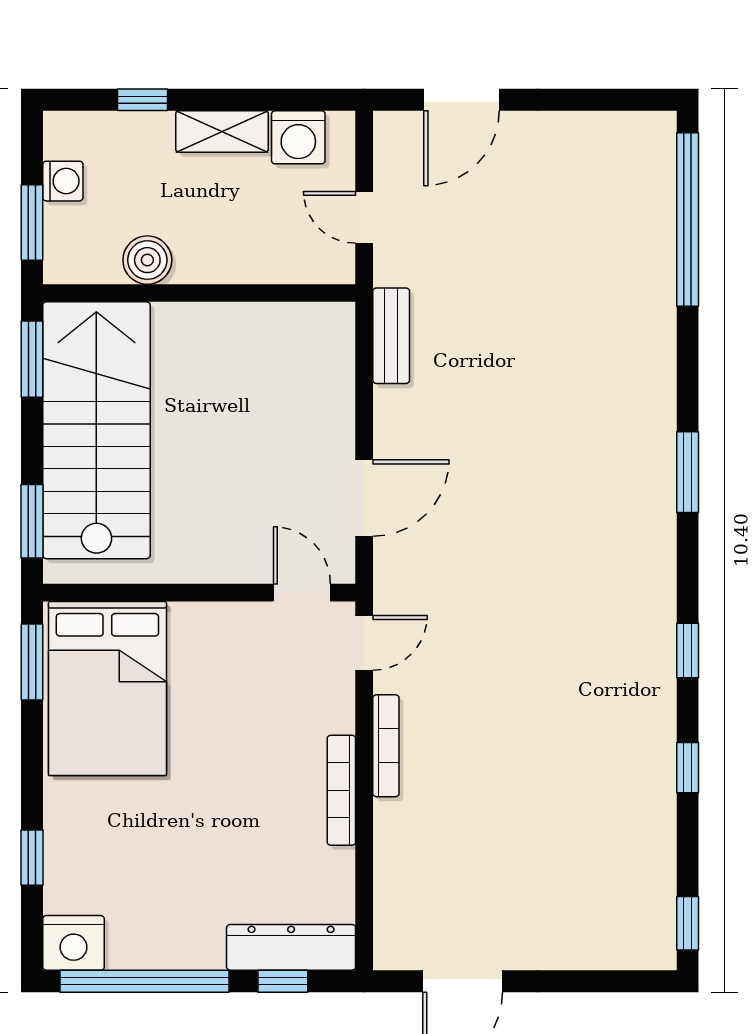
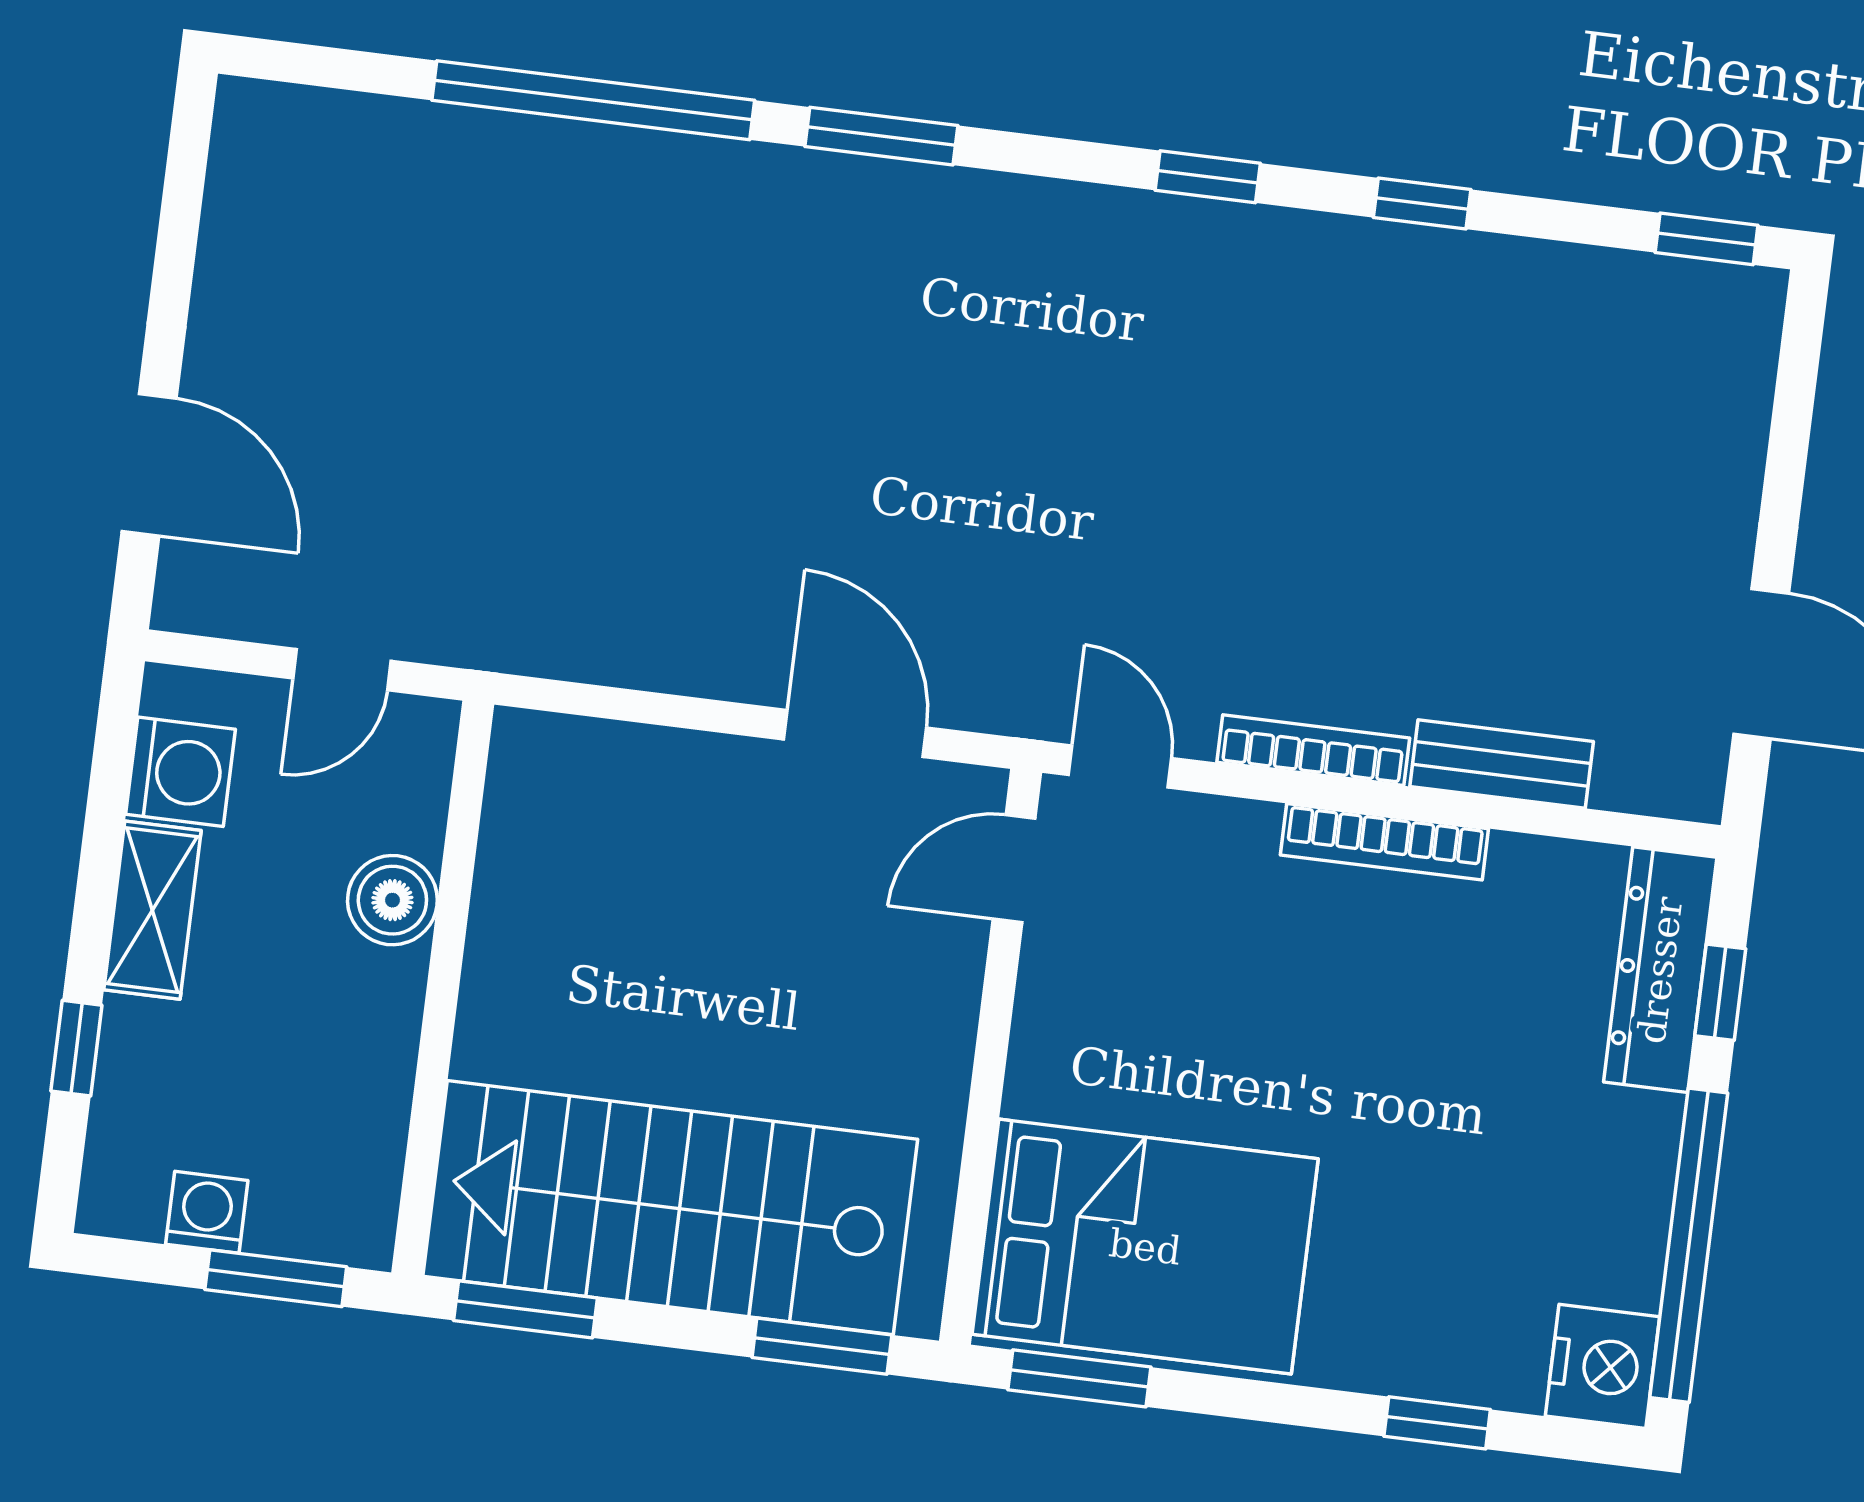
window: (688, 220) -> (593, 100), moved
boiler: (147, 260) -> (392, 900), moved
bench: (391, 336) -> (1502, 764), moved

